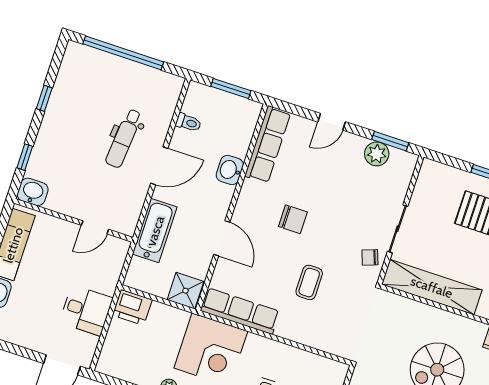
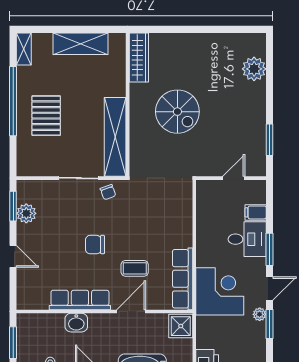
row of seats: (268, 145) -> (80, 300), moved
chair: (293, 219) -> (95, 245), moved, turned -90
coffee table: (309, 282) -> (135, 268), moved

